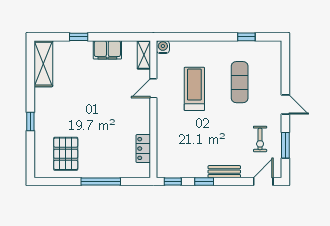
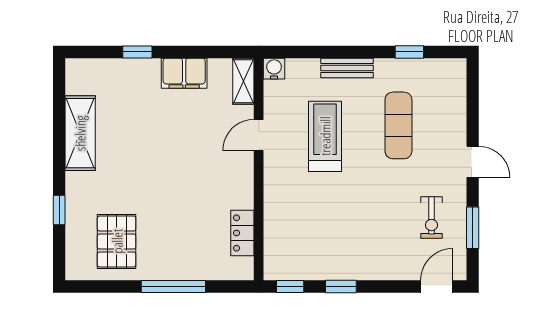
shelving: (43, 64) -> (80, 133), moved
window: (30, 122) -> (59, 210), moved
bench: (224, 172) -> (347, 68), moved

